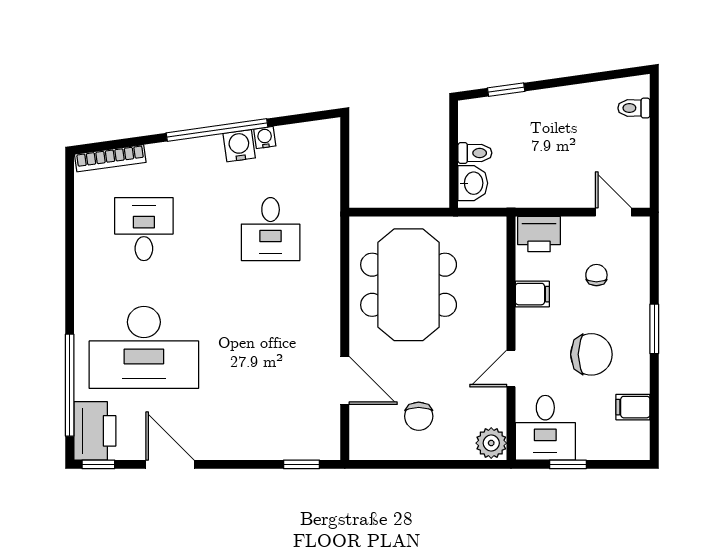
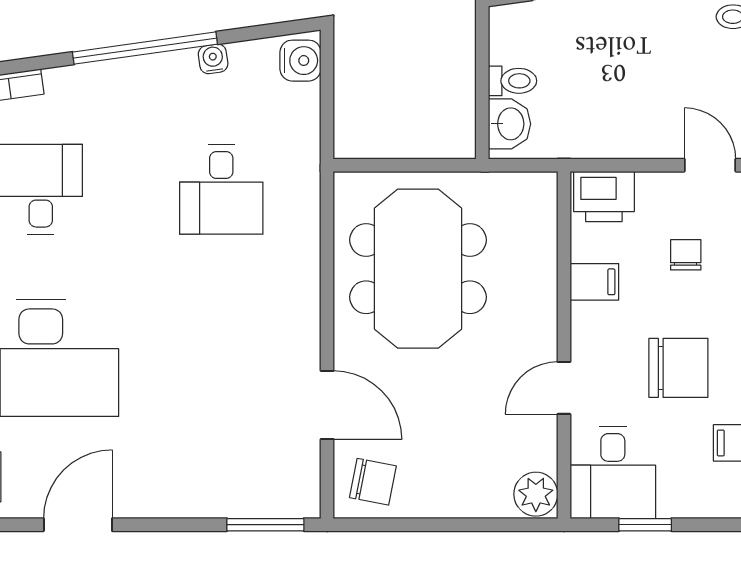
water cooler: (239, 146) -> (300, 61), moved, turned 98
chair: (419, 416) -> (373, 482), moved, turned -79
door: (170, 464) -> (78, 525), hinge flipped
window: (302, 464) -> (265, 525), width x1.50

